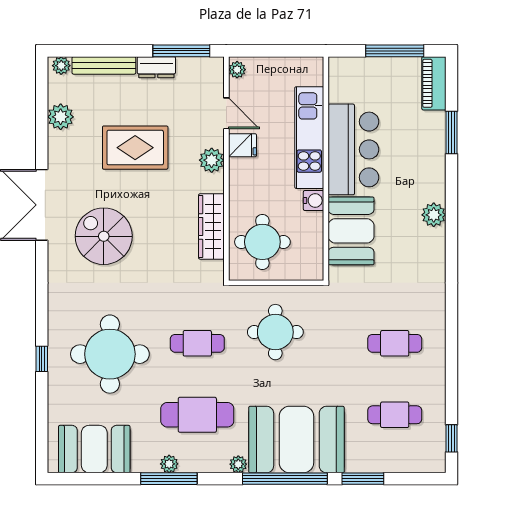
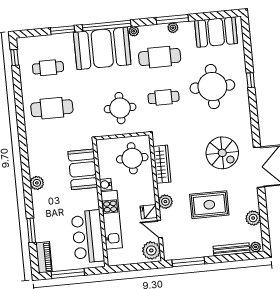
dresser: (156, 67) -> (202, 251), removed
plant: (237, 70) -> (151, 250), width x1.88, depth x1.88
bar counter: (353, 149) -> (88, 237), moved
cafe table: (395, 343) -> (52, 108), width x1.37, depth x1.35

